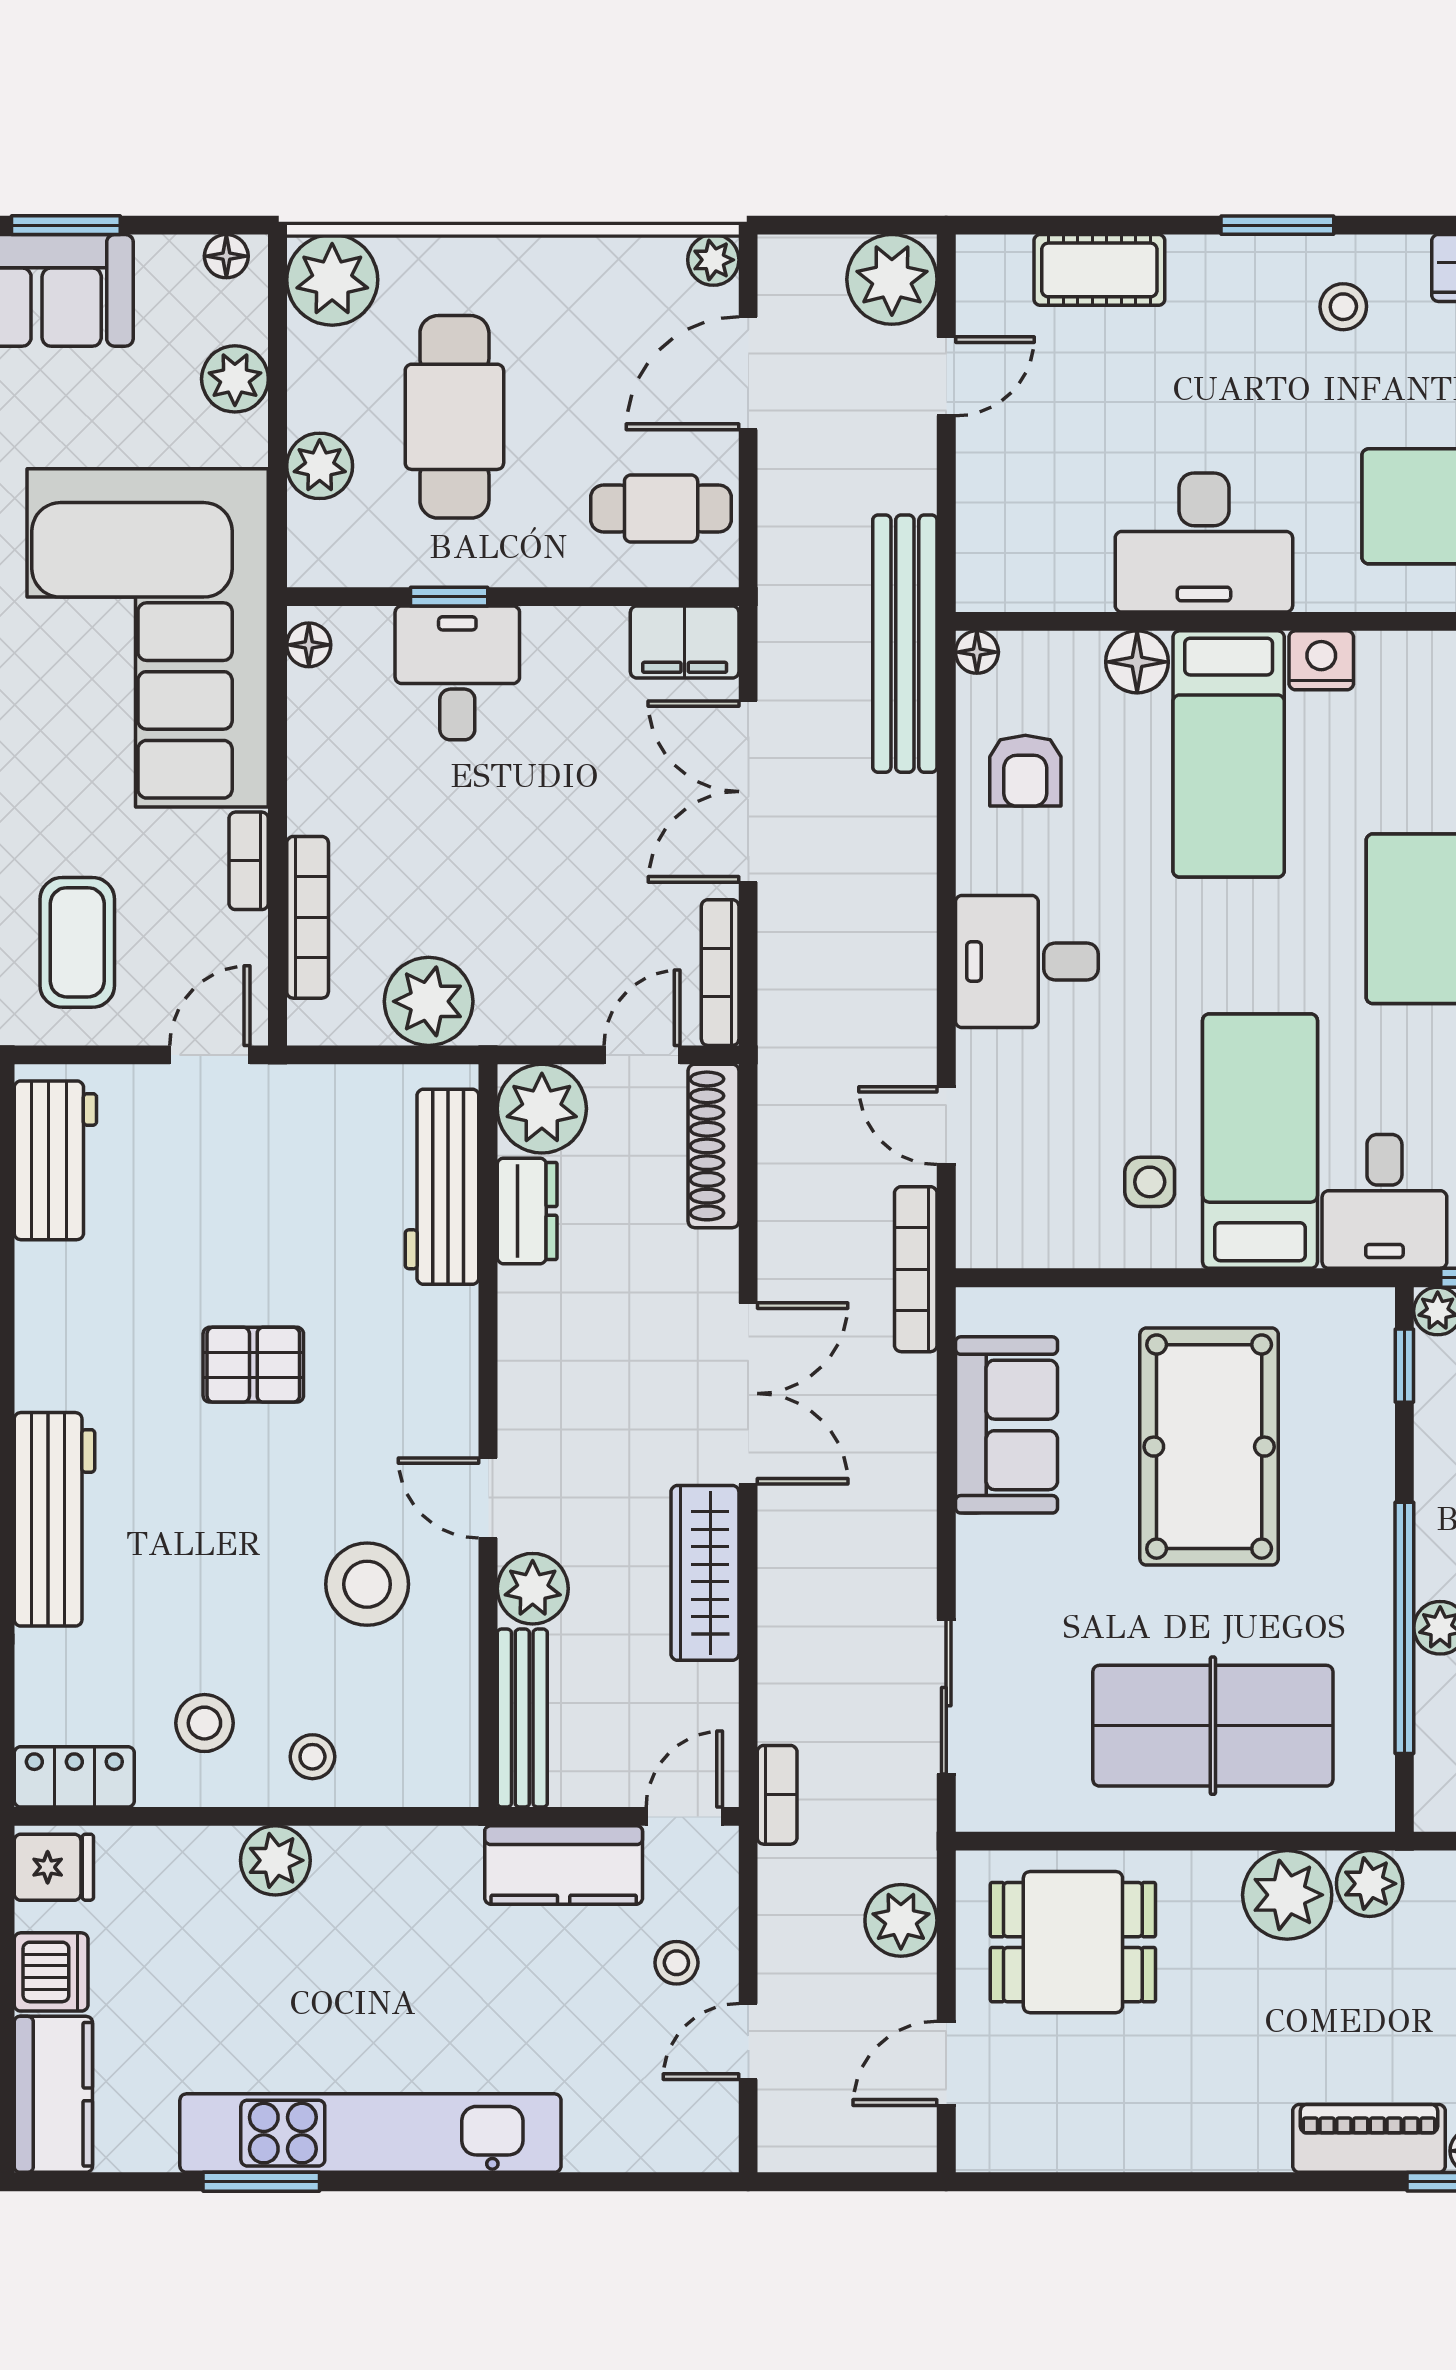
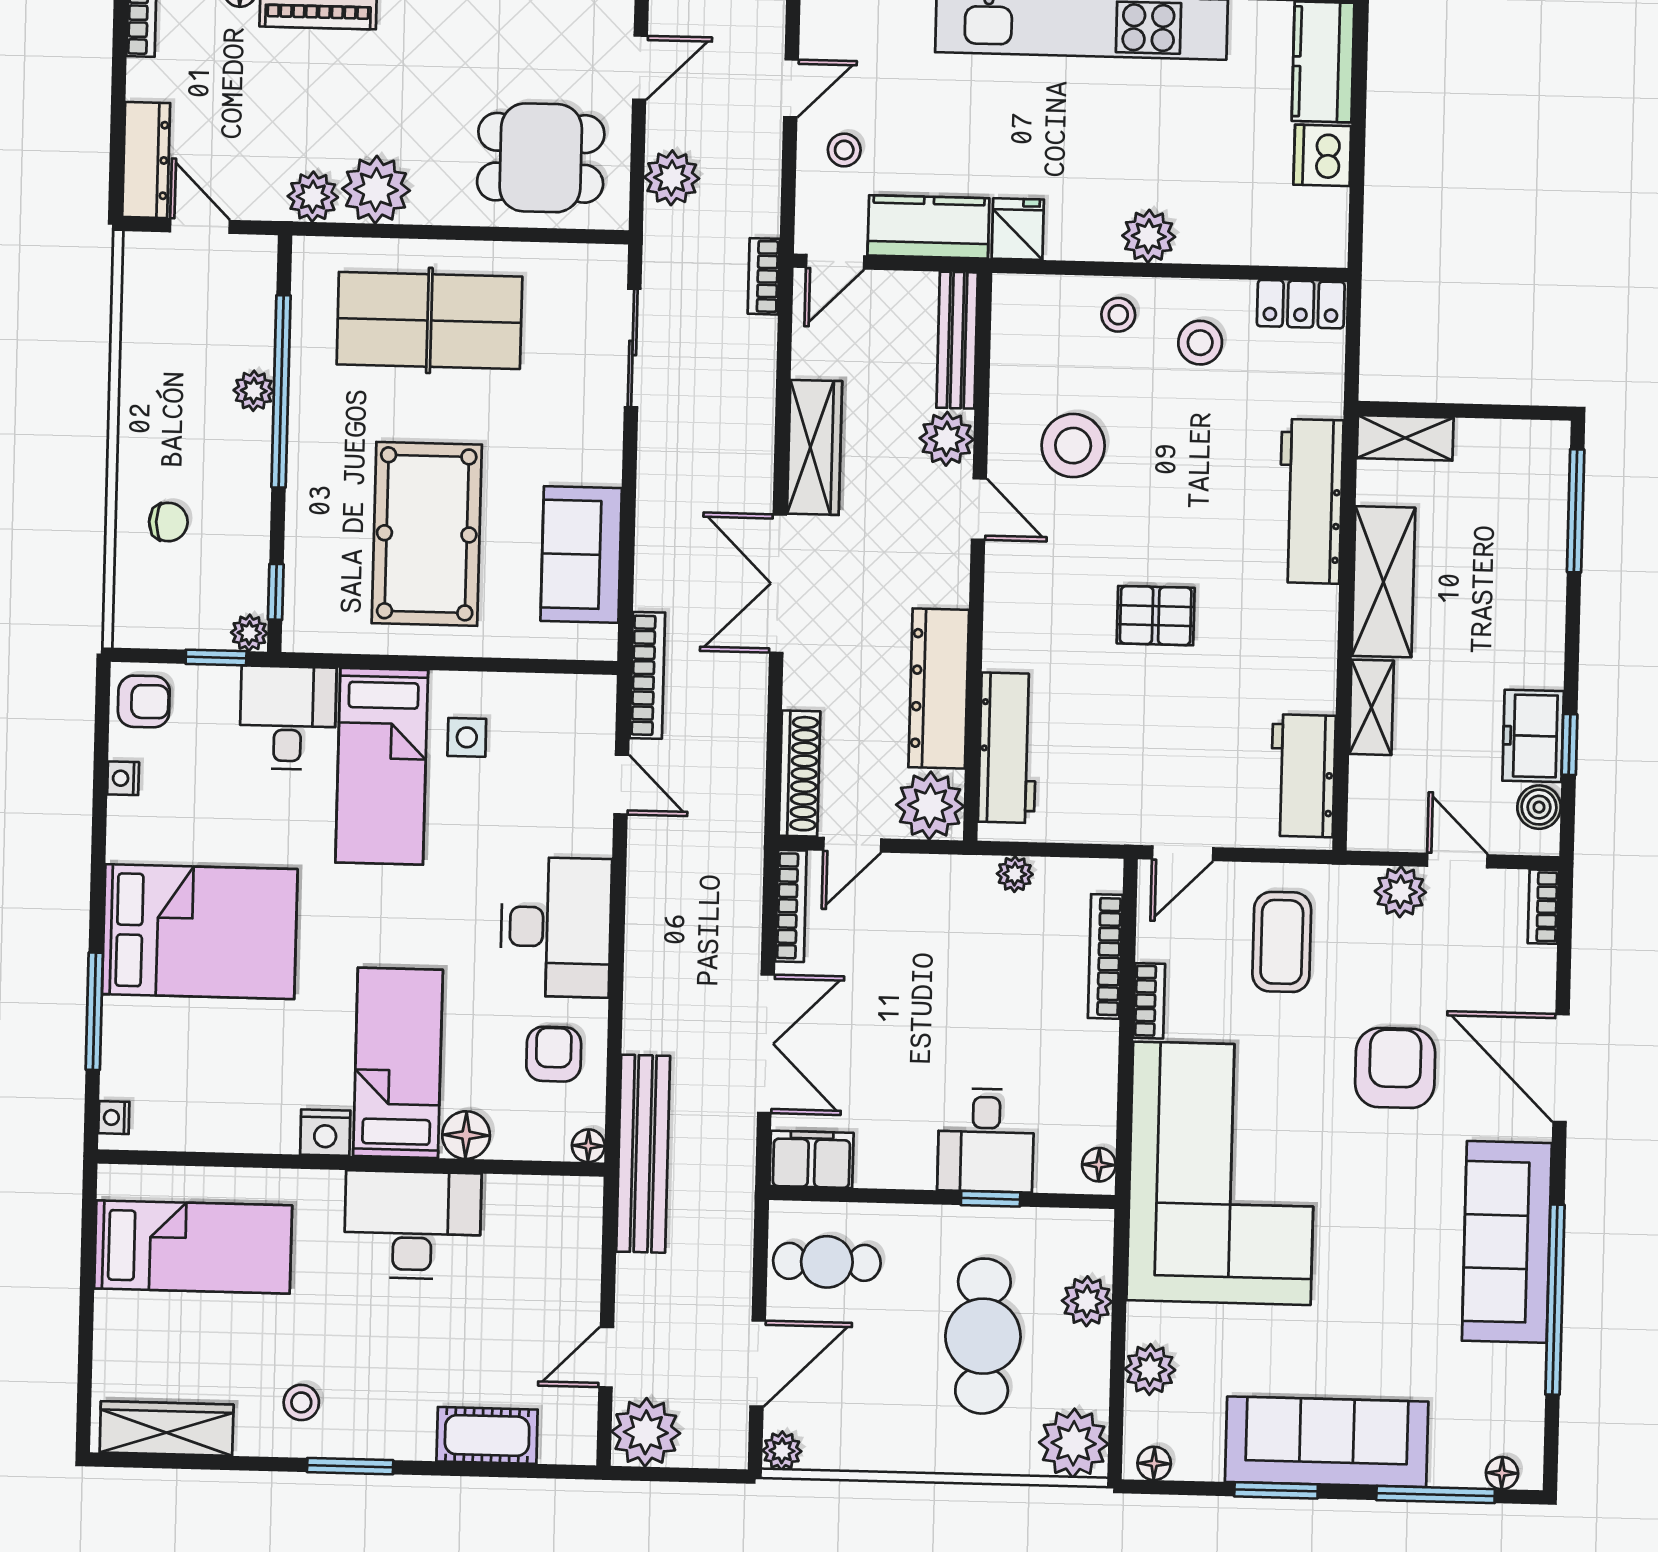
desk: (1027, 961) -> (556, 927), width x1.37
plant: (429, 1001) -> (1015, 874), width x0.53, depth x0.53
dresser: (527, 1211) -> (939, 689), width x1.96, depth x1.24
fridge: (54, 1867) -> (1018, 229), moved, turned 90

